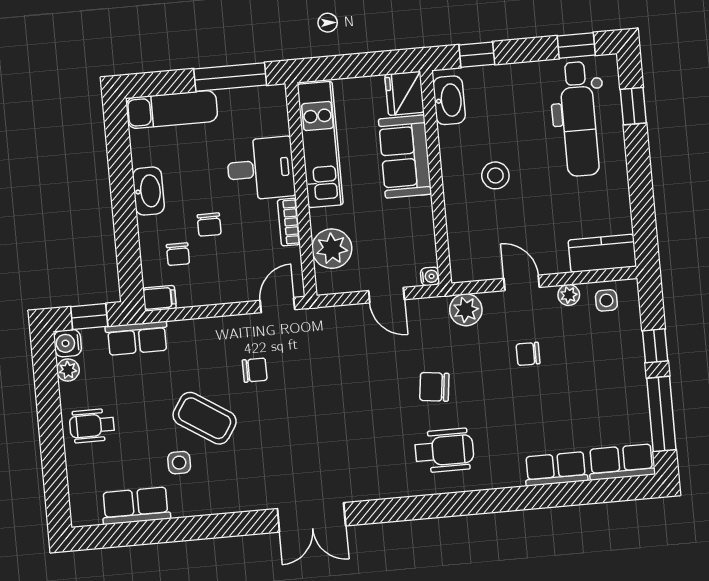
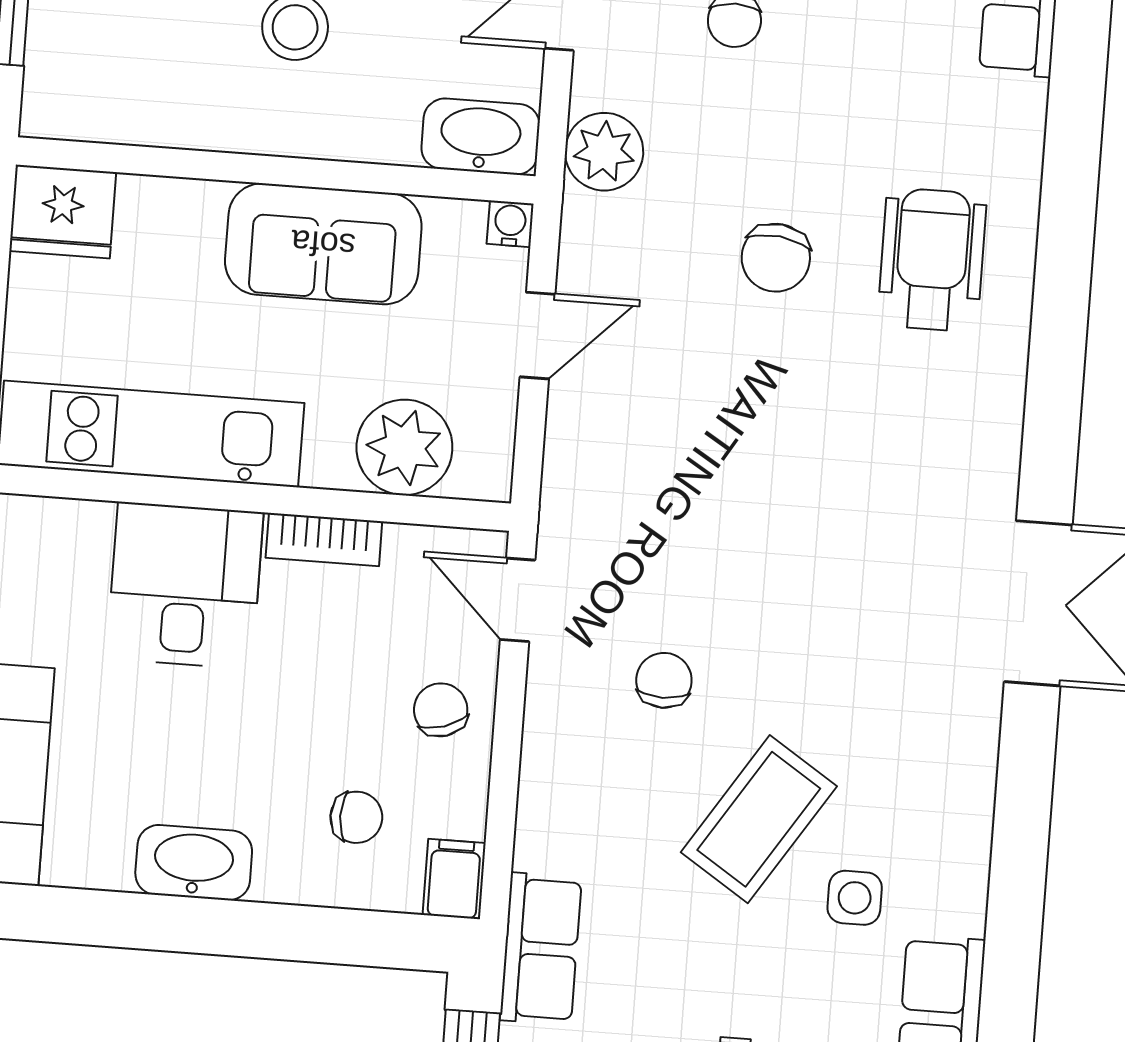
washbasin: (449, 100) -> (481, 137), moved
sofa: (405, 157) -> (323, 244), moved
chair: (209, 225) -> (441, 710), moved, turned -108

